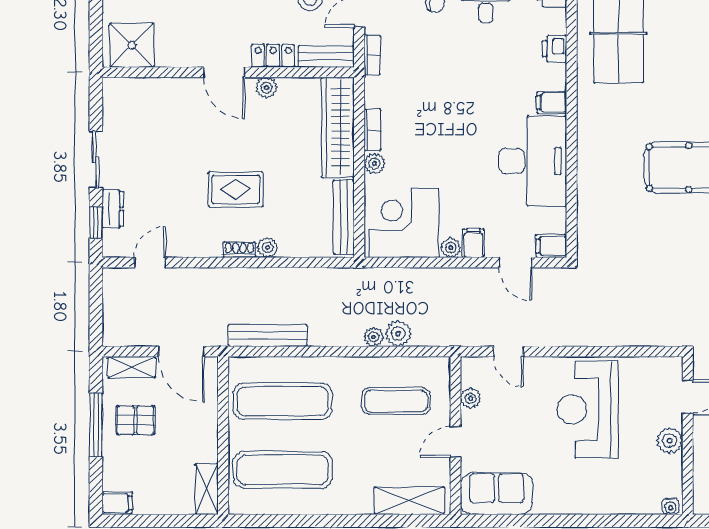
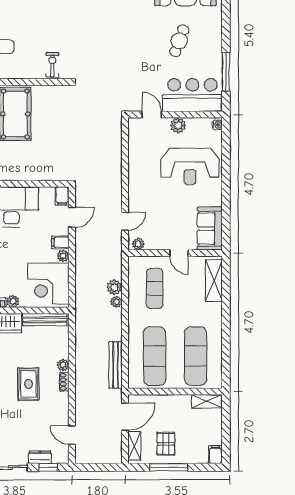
plant: (471, 398) -> (138, 244), moved
reception desk: (588, 410) -> (190, 166), moved

